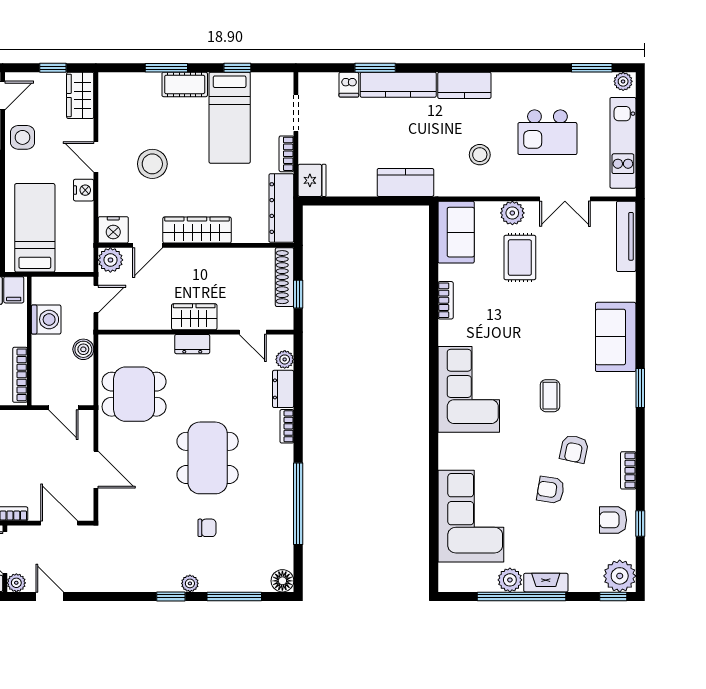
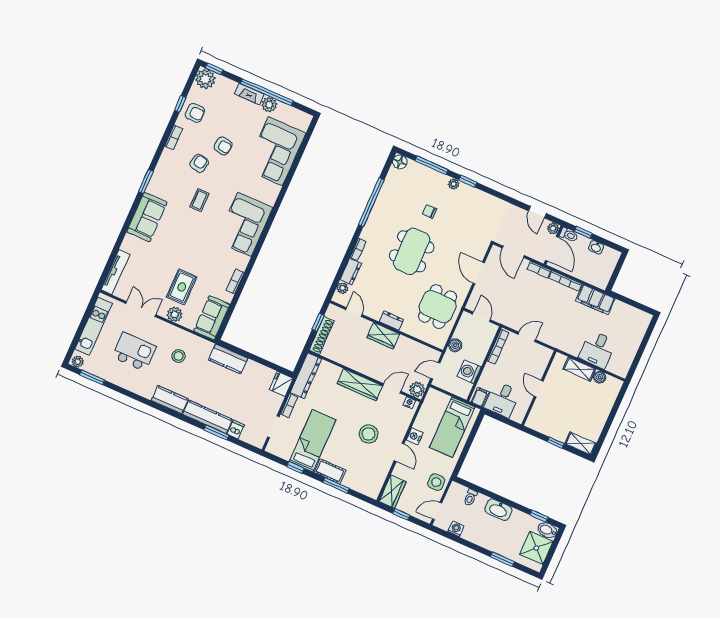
nightstand: (113, 230) -> (409, 403), width x0.53, depth x0.56
dining table: (134, 394) -> (438, 307), turned 90

